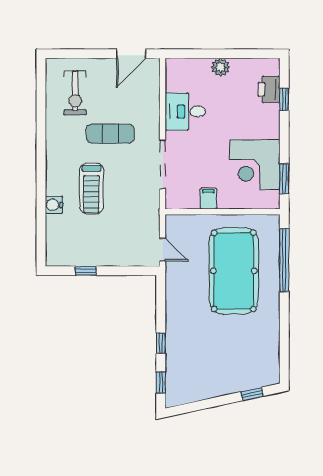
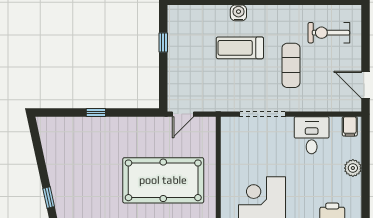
filing cabinet: (208, 199) -> (350, 126), moved, turned 90
water cooler: (54, 205) -> (238, 13), moved
window: (161, 382) -> (59, 112), removed

